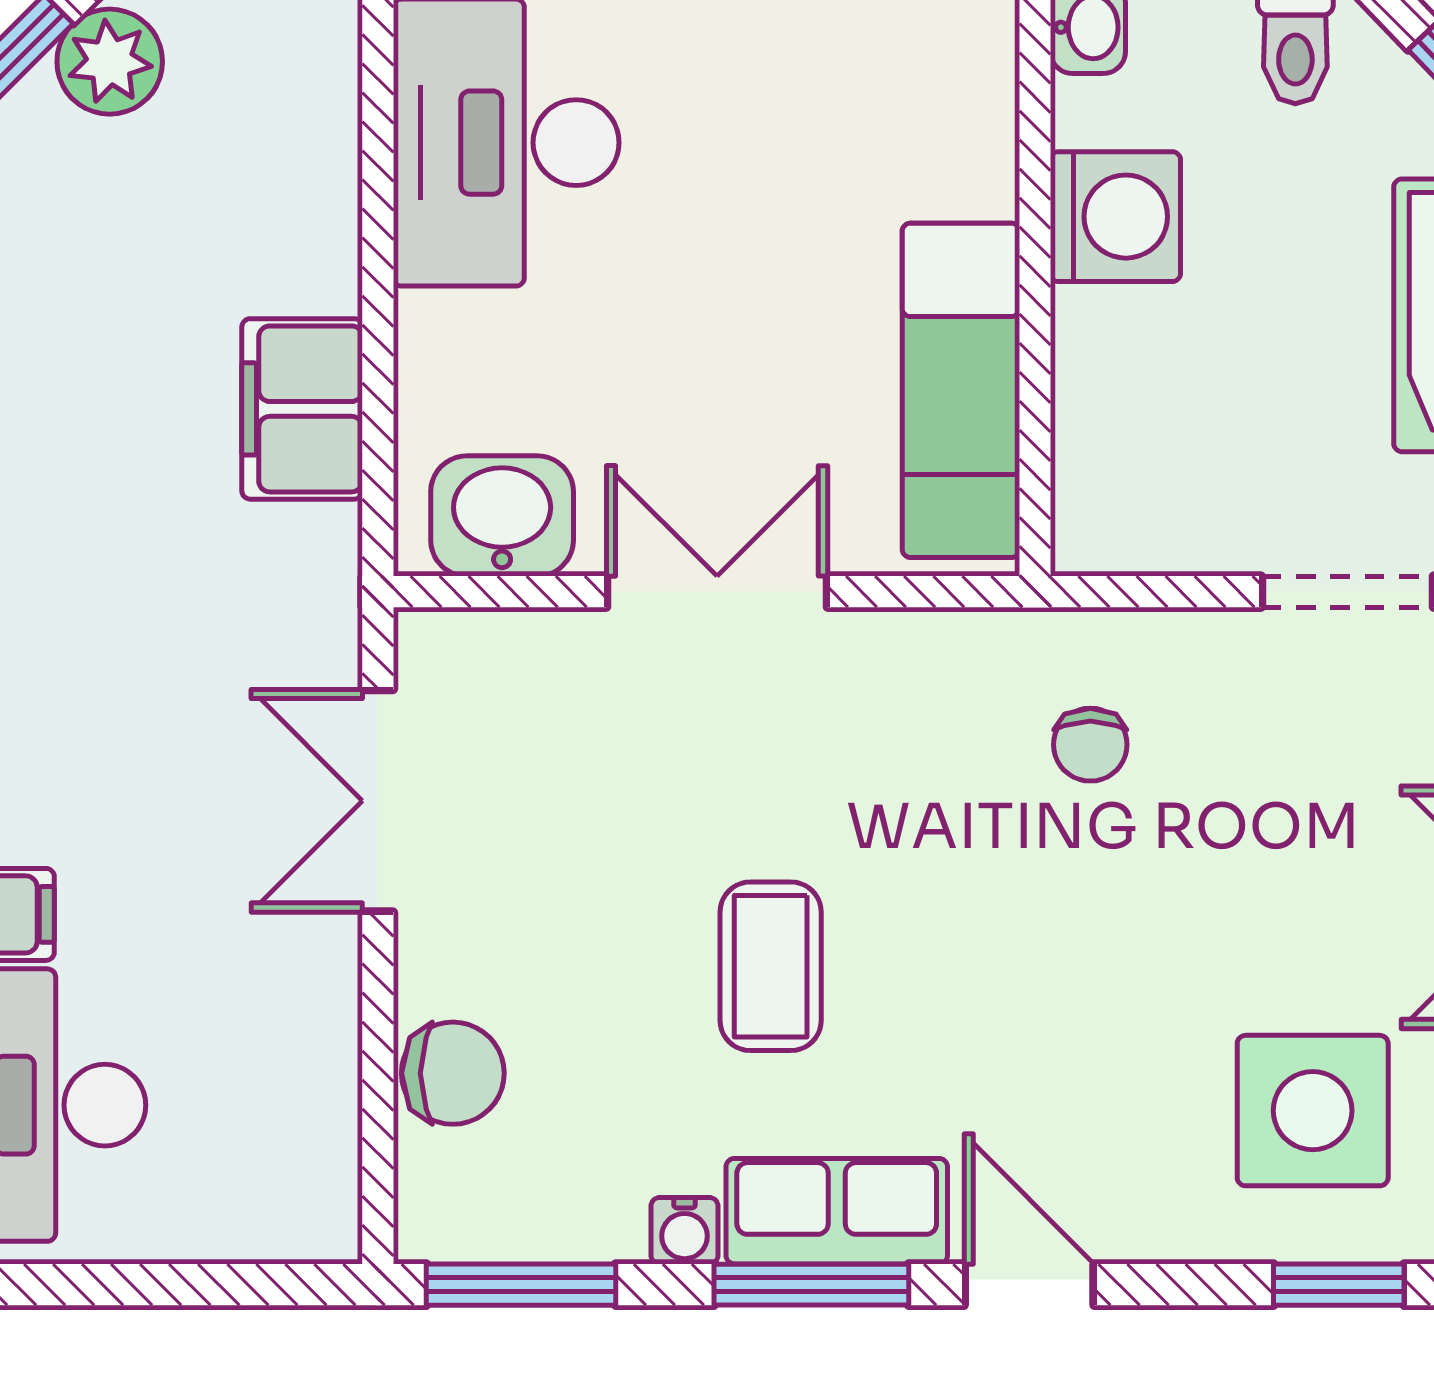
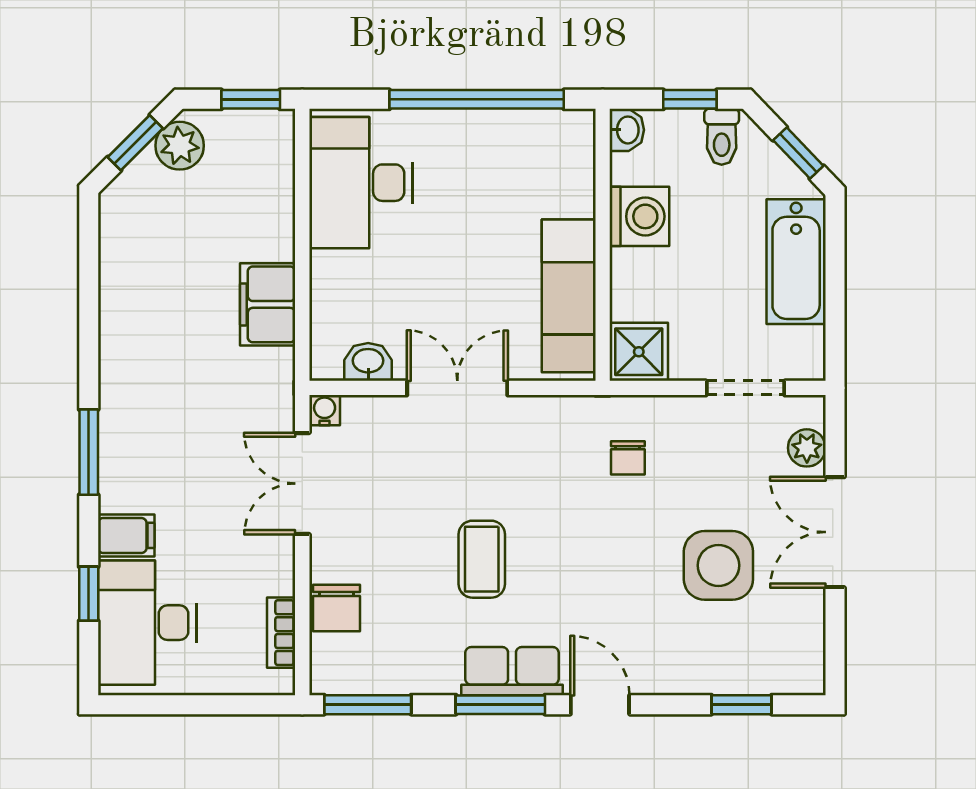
shower: (1114, 512) -> (639, 352), added
washbasin: (502, 516) -> (368, 362), width x0.72, depth x0.69
chair: (453, 1073) -> (337, 608), turned 90
side table: (1313, 1111) -> (718, 565), moved
bookcase: (332, 1127) -> (281, 633), added
water cooler: (685, 1231) -> (325, 410), moved, turned 180

